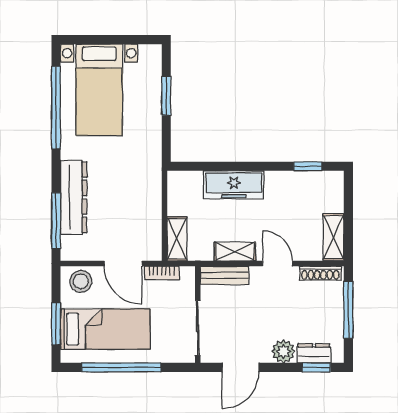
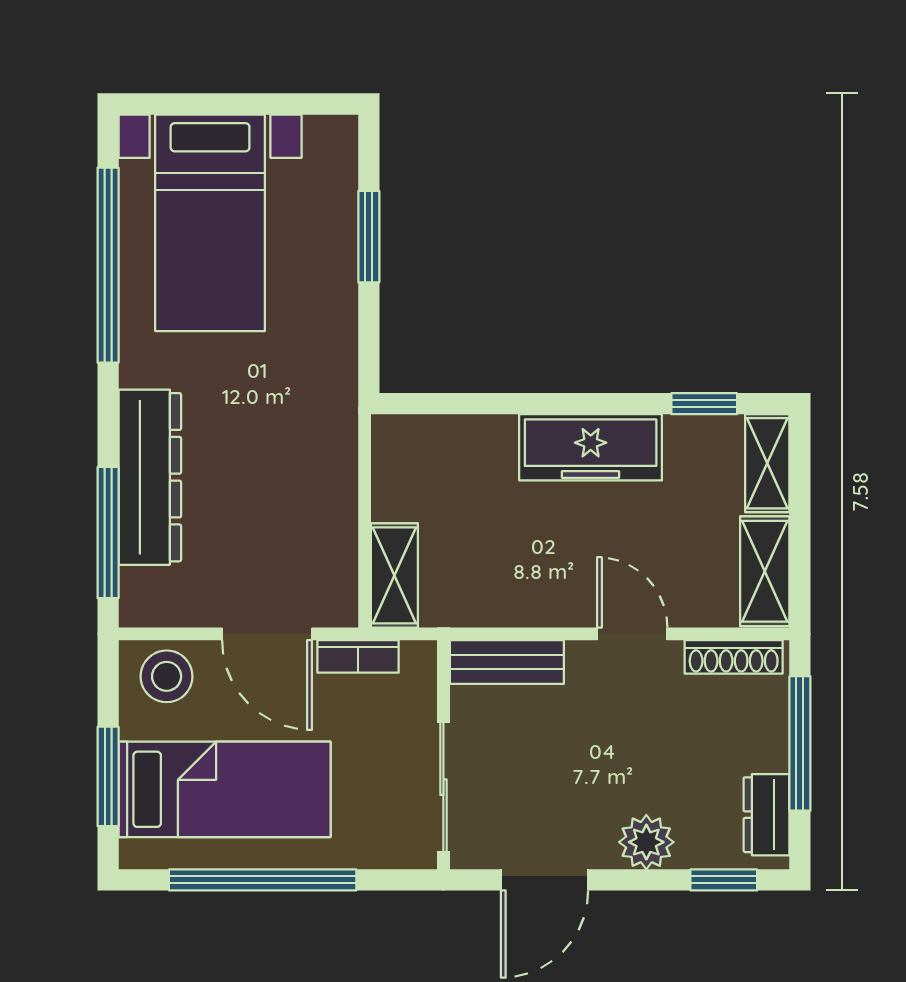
freezer: (234, 185) -> (591, 447), moved
shelving: (235, 252) -> (767, 463), moved, turned 90
dresser: (314, 353) -> (767, 815), moved, turned -90

